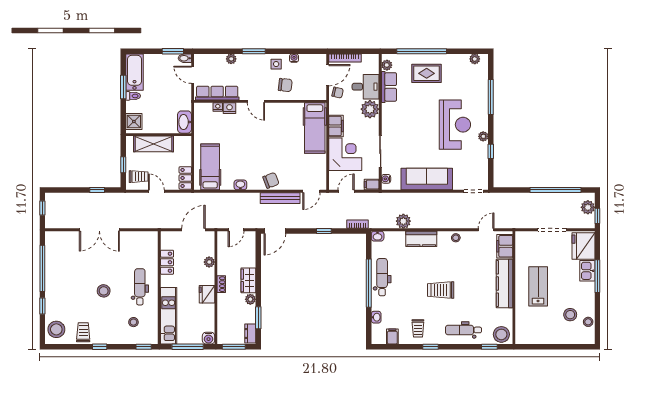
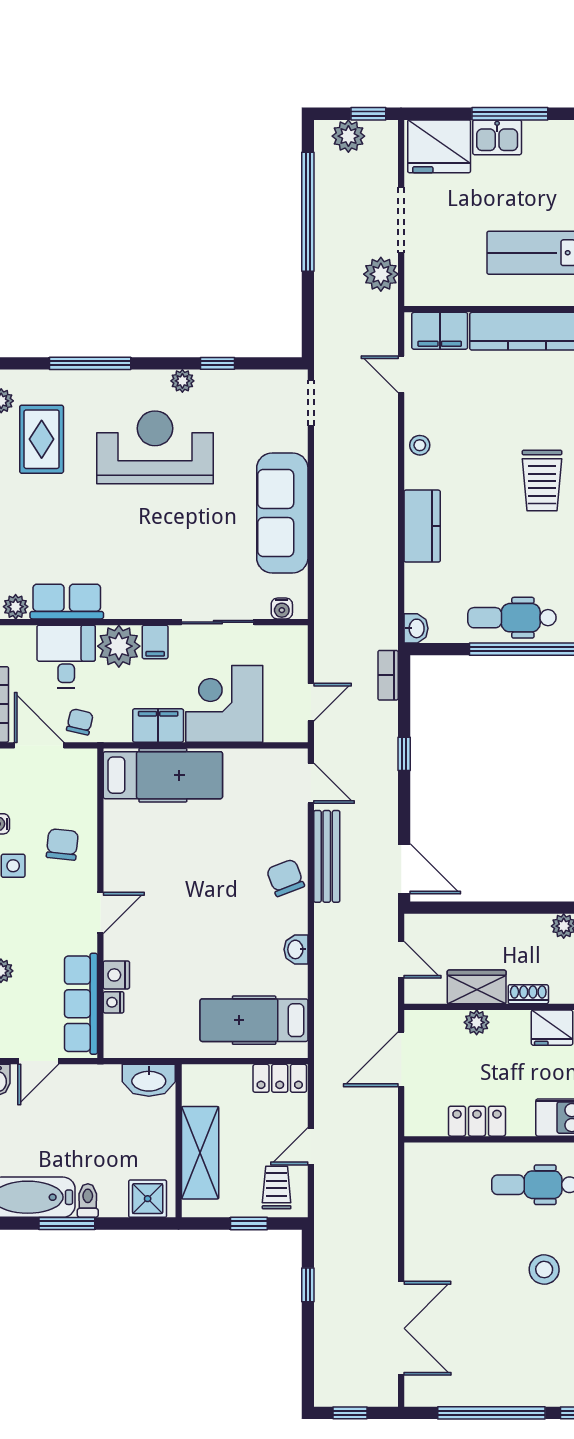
rug: (427, 73) -> (42, 439), moved
filing cabinet: (372, 185) -> (155, 642), moved
door: (346, 191) -> (311, 702), swing flipped
plant: (403, 221) -> (381, 274), moved
double door: (99, 230) -> (401, 1328), moved
door: (193, 230) -> (401, 1059), hinge flipped
wardrobe: (248, 280) -> (477, 987), moved, turned 180

